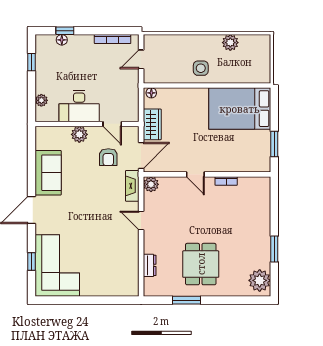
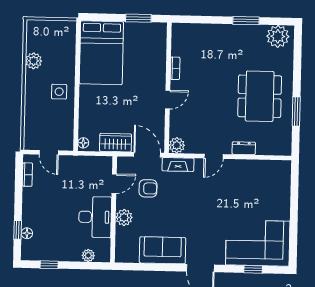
bookcase: (113, 39) -> (27, 175), width x0.64
dining table: (201, 264) -> (260, 96), width x1.38
dresser: (150, 265) -> (244, 148), moved

